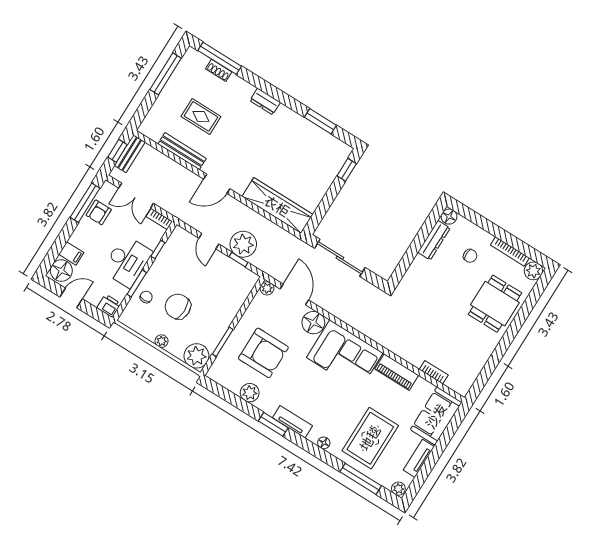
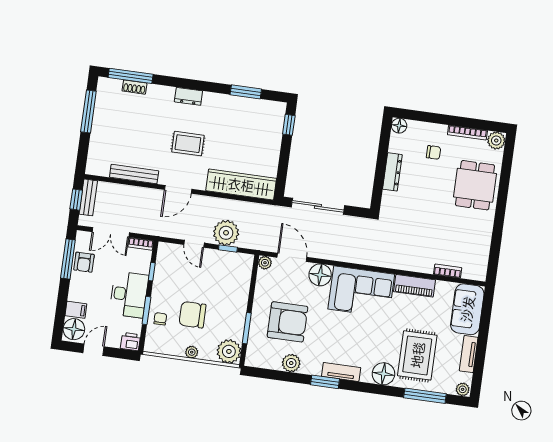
rug: (201, 116) -> (188, 144), moved
dresser: (434, 240) -> (392, 172), moved
floor lamp: (324, 443) -> (383, 374), width x1.89, depth x1.89

